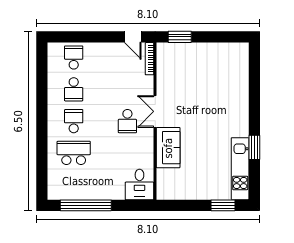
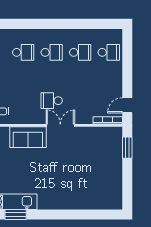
school desk: (74, 89) -> (80, 52), turned 180
window: (254, 147) -> (16, 215), moved
school desk: (74, 153) -> (23, 52), width x0.54

